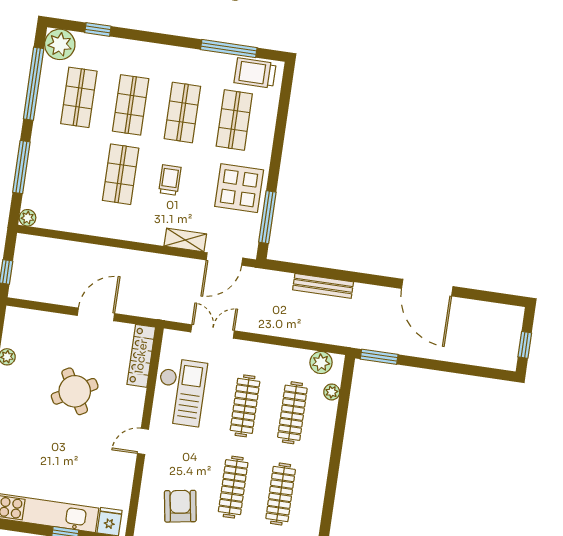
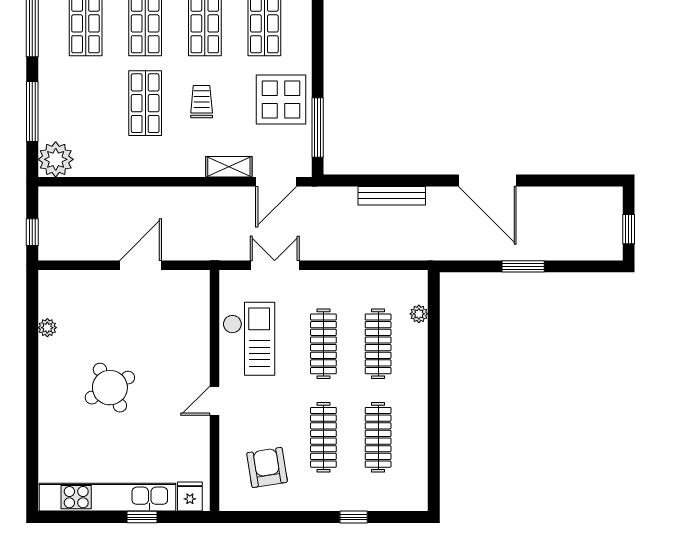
plant: (28, 218) -> (56, 159), width x1.88, depth x1.88
door: (427, 288) -> (487, 181), moved
locker: (141, 356) -> (198, 304), removed
window: (379, 357) -> (523, 266), moved
plant: (321, 363) -> (402, 282), removed
round table: (75, 391) -> (110, 388), moved

